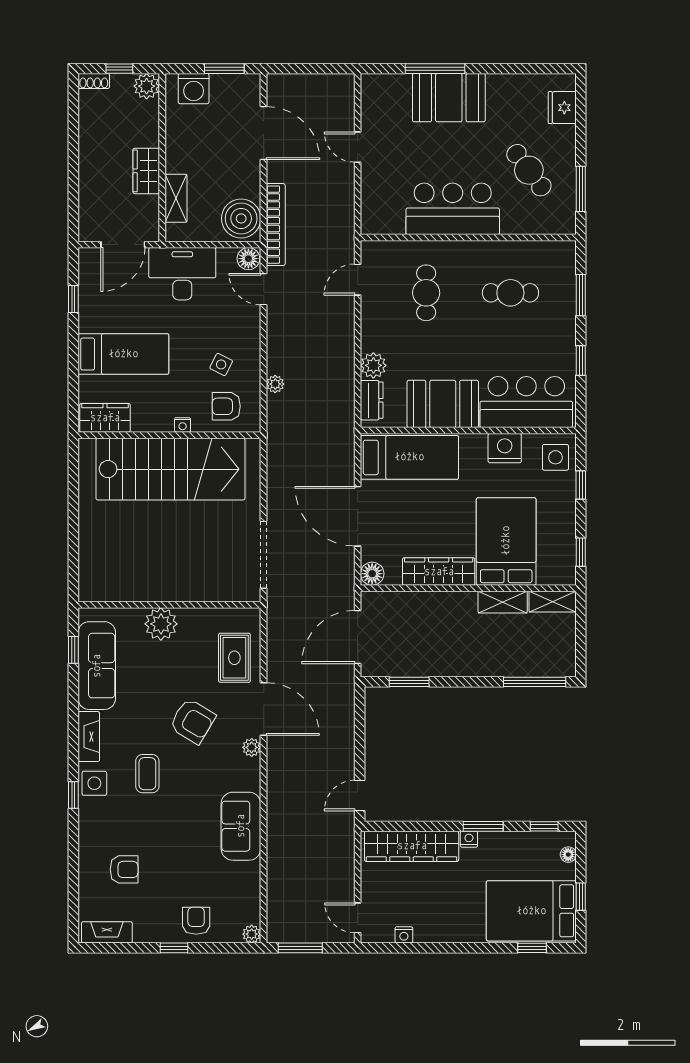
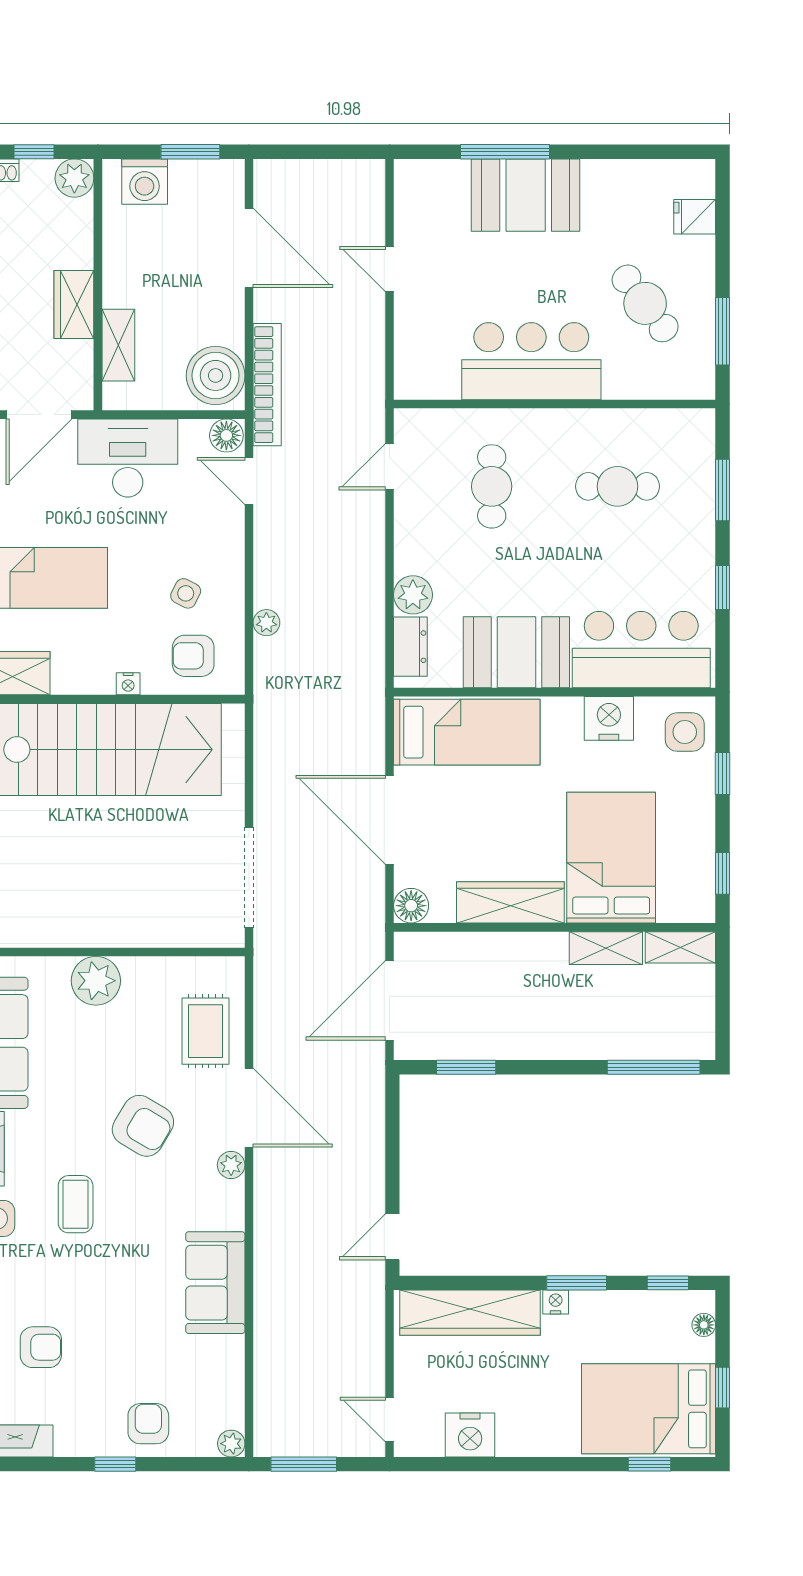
fridge: (562, 108) -> (695, 217), width x0.72
nightstand: (404, 935) -> (470, 1435), width x1.89, depth x1.79

